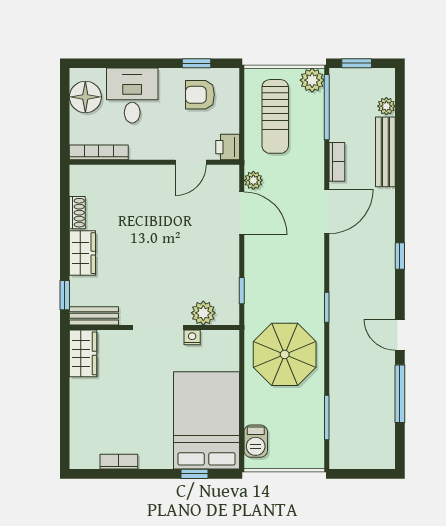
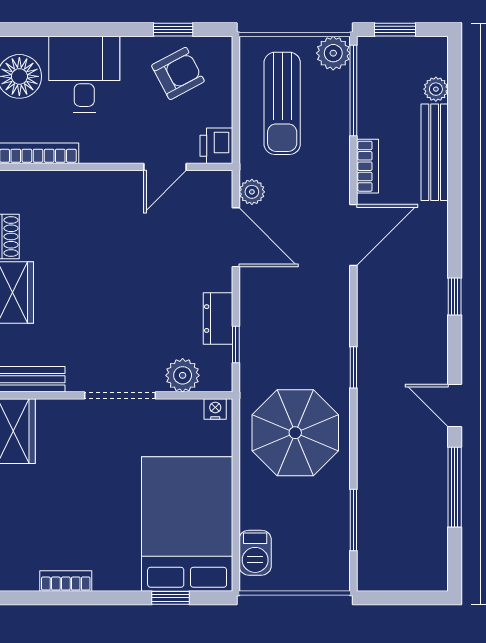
armchair: (200, 95) -> (178, 73), turned 152
dresser: (229, 272) -> (218, 319), added
nightstand: (192, 337) -> (215, 409), moved

